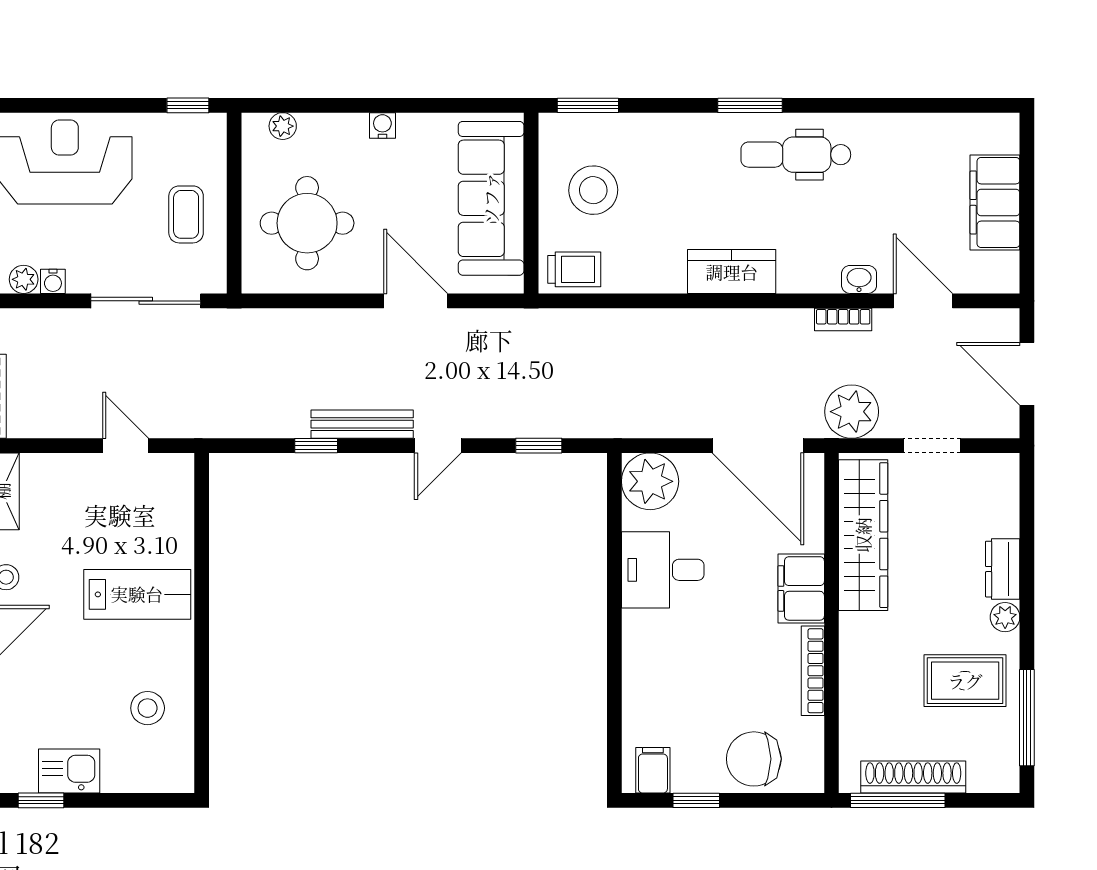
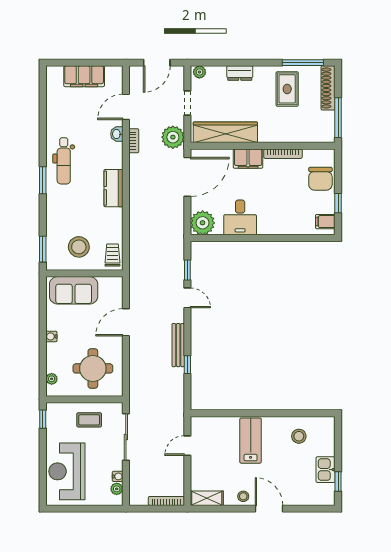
sofa: (491, 198) -> (74, 290), width x0.73
door: (438, 446) -> (187, 298), moved
plant: (1005, 617) -> (199, 72), moved
shoe rack: (913, 777) -> (328, 88), moved

